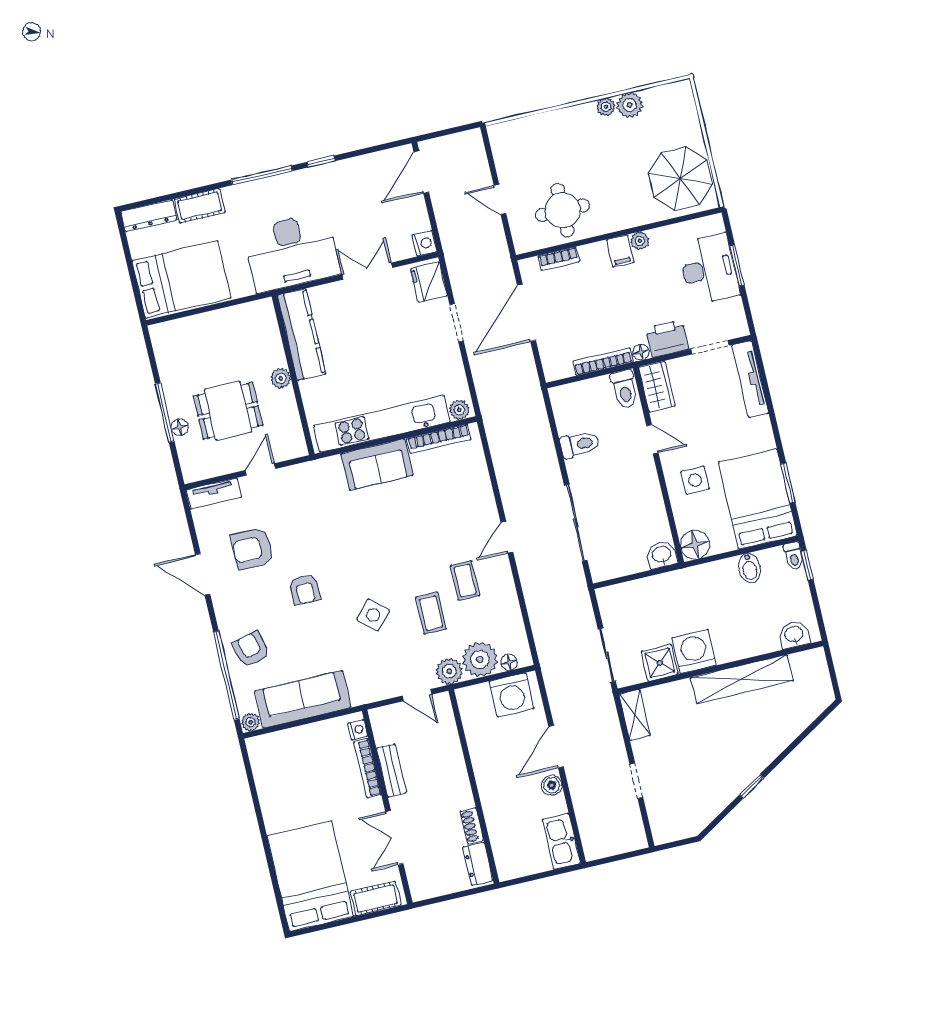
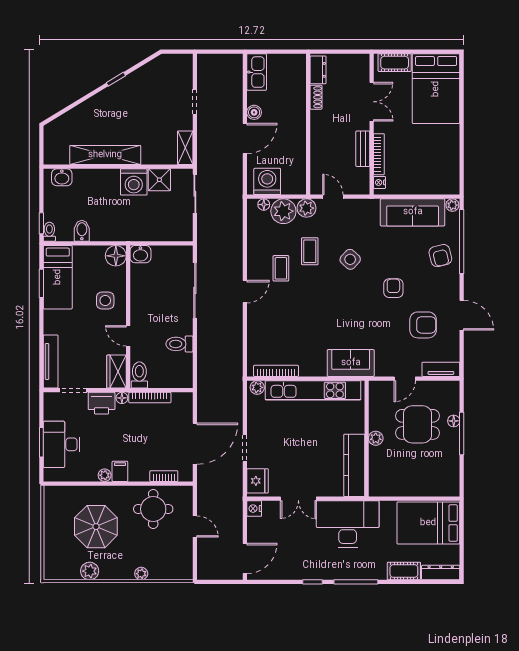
plant: (606, 107) -> (141, 574), moved
parasol: (680, 179) -> (96, 527), moved
sofa: (377, 464) -> (351, 363), moved
bed: (758, 499) -> (58, 277), width x0.67

